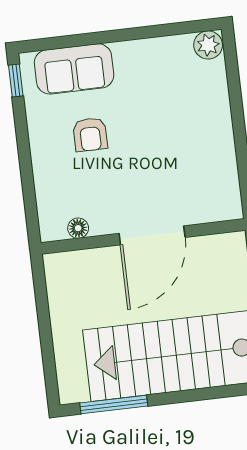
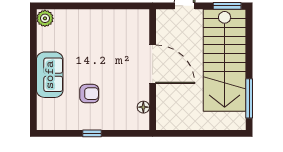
sofa: (74, 69) -> (50, 75), moved
window: (16, 81) -> (92, 133), moved

